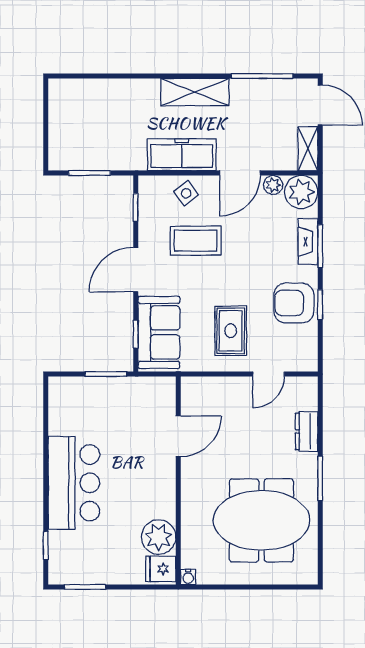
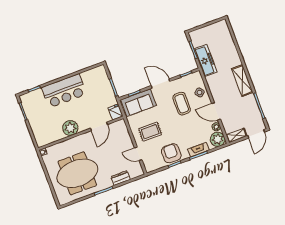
freezer: (182, 155) -> (206, 61), moved
door: (178, 436) -> (99, 126), hinge flipped
meeting table: (261, 520) -> (77, 173), turned 90
plant: (159, 537) -> (70, 128), moved
fridge: (161, 569) -> (116, 112), moved

